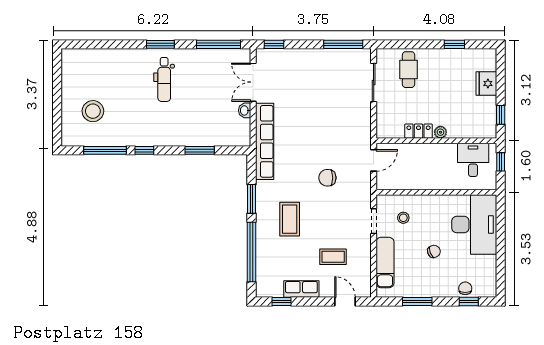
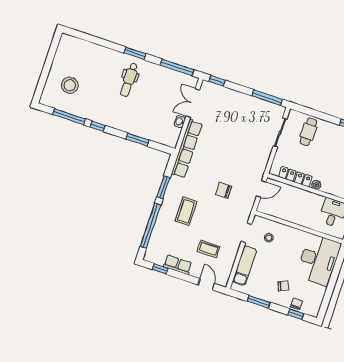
locker: (418, 131) -> (295, 177), width x1.53
chair: (434, 251) -> (283, 286), moved

